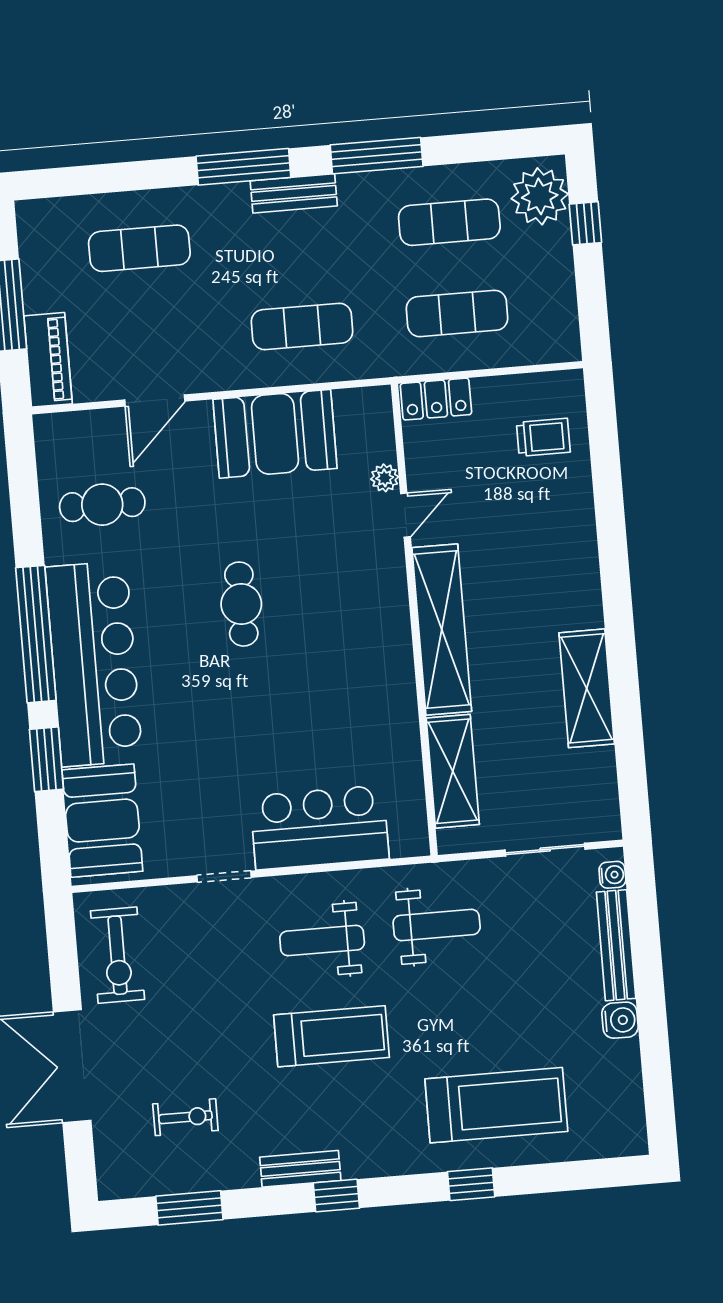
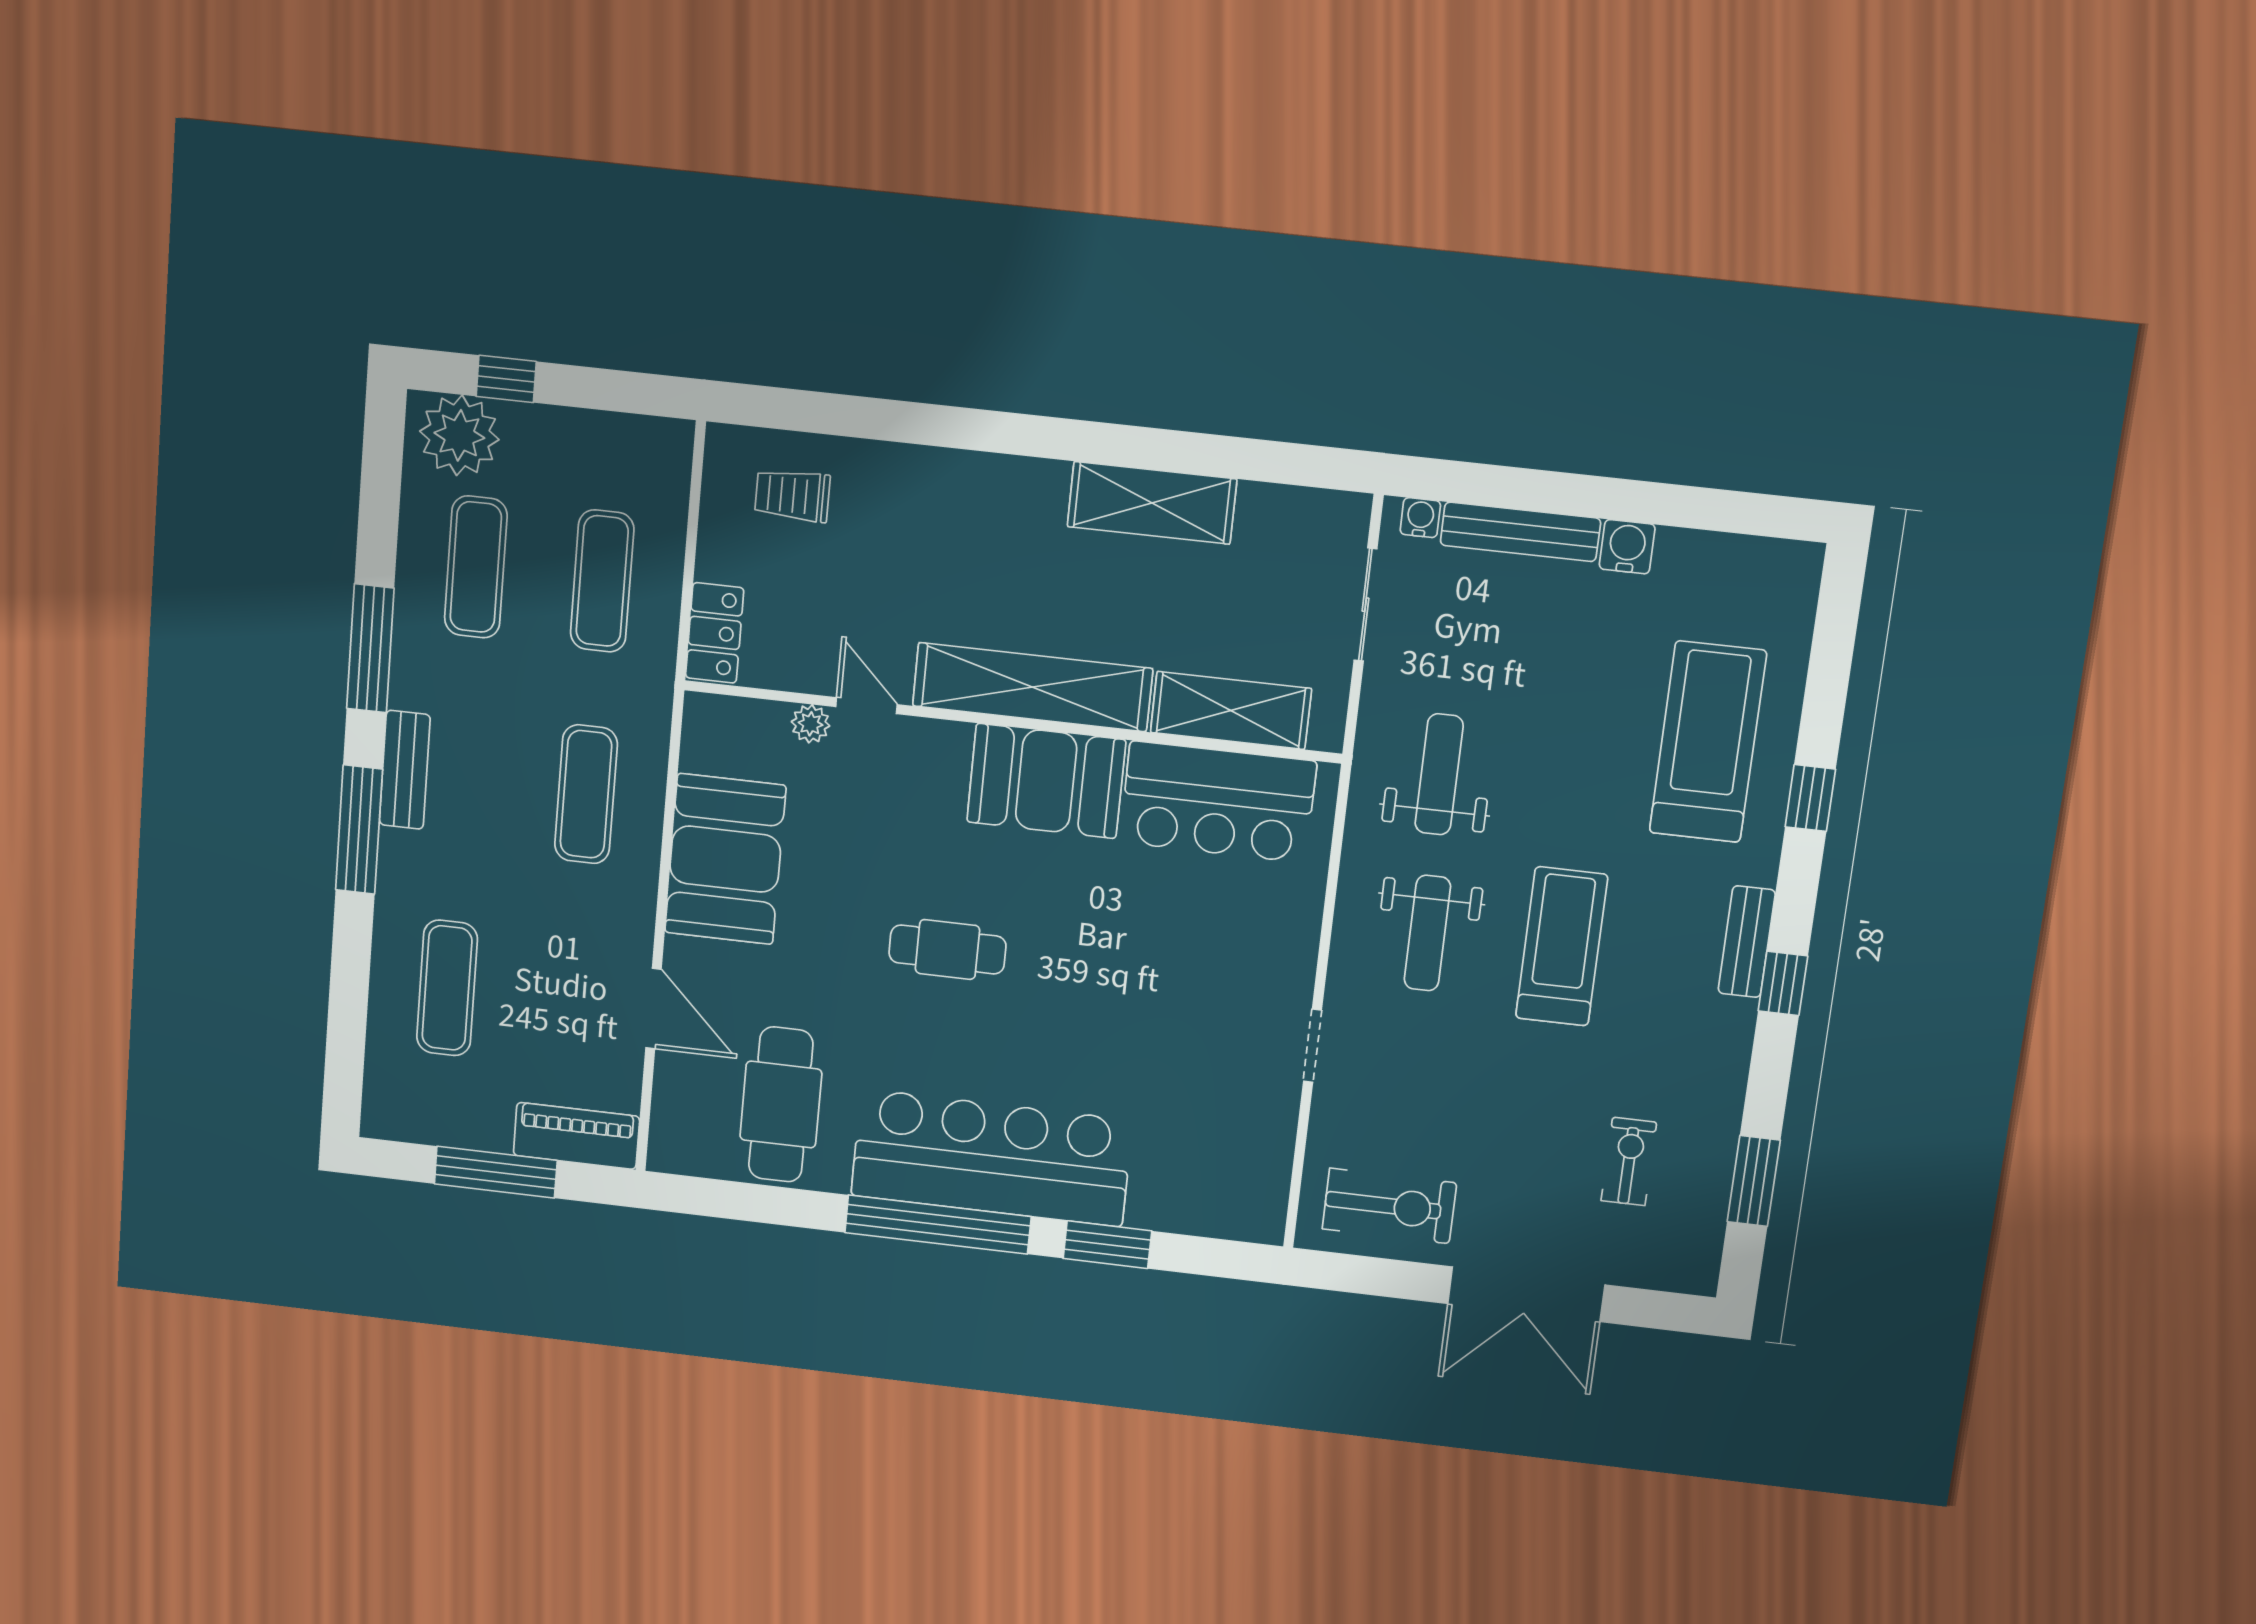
trolley: (543, 437) -> (792, 495), turned -90
cafe table: (102, 505) -> (781, 1105), width x1.37, depth x1.35
booth: (102, 821) -> (1046, 781), moved
bar counter: (320, 827) -> (1218, 802), moved, turned -90
bench: (300, 1169) -> (1747, 942), moved

